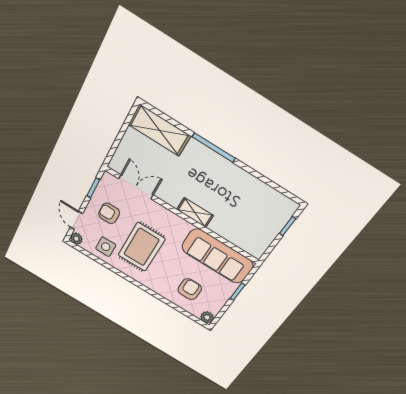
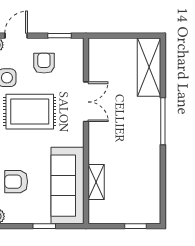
double door: (136, 187) -> (86, 102), moved
shelving: (195, 212) -> (96, 182), moved
armchair: (190, 289) -> (16, 182), turned 180

